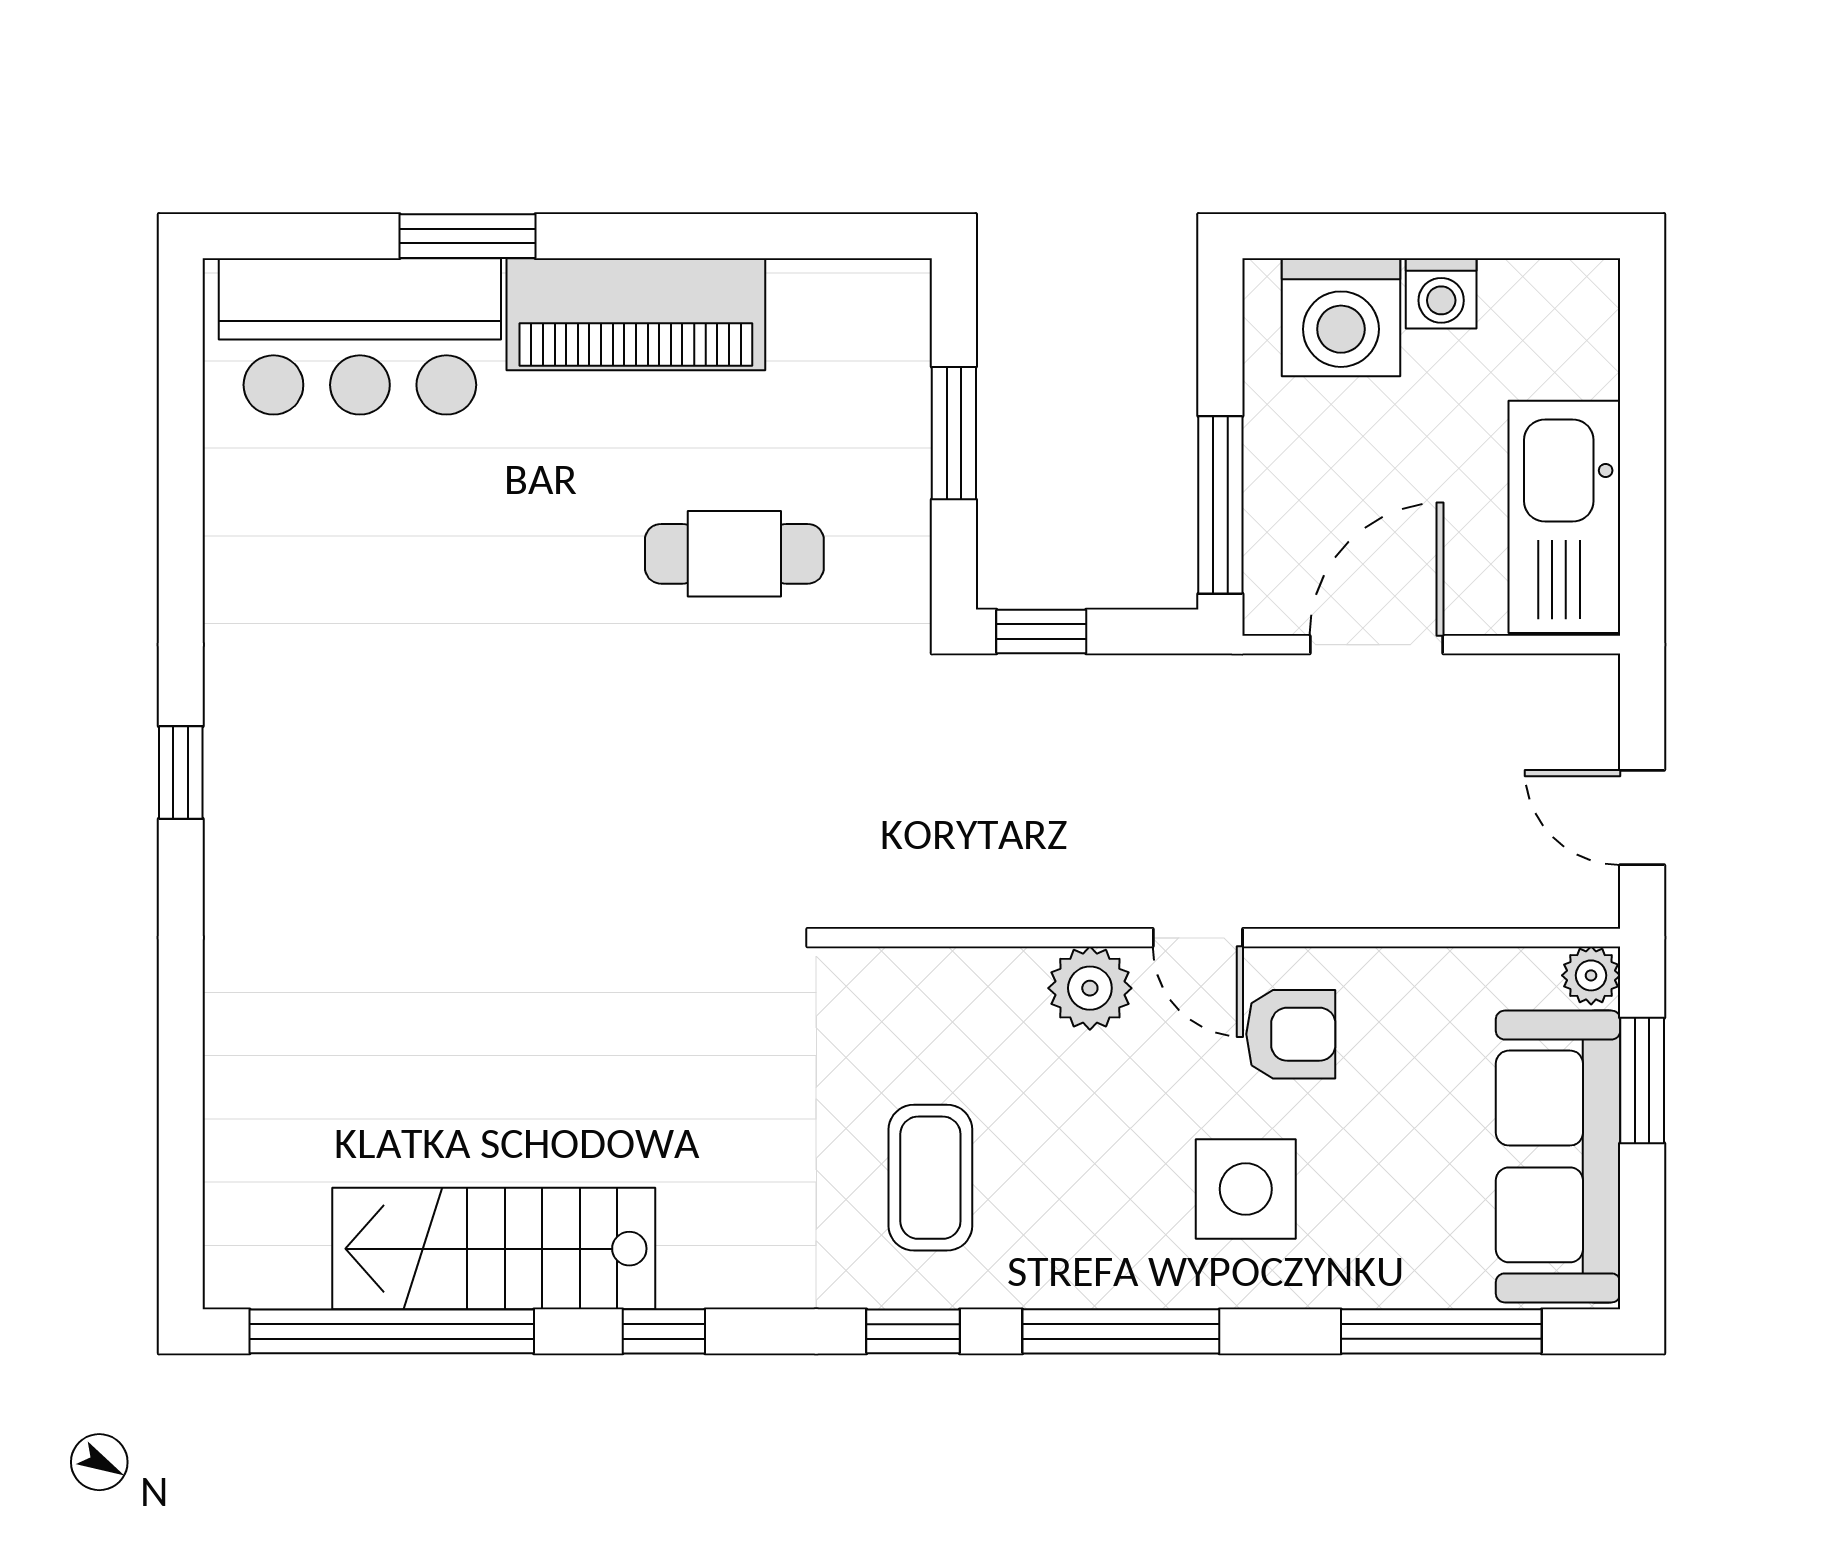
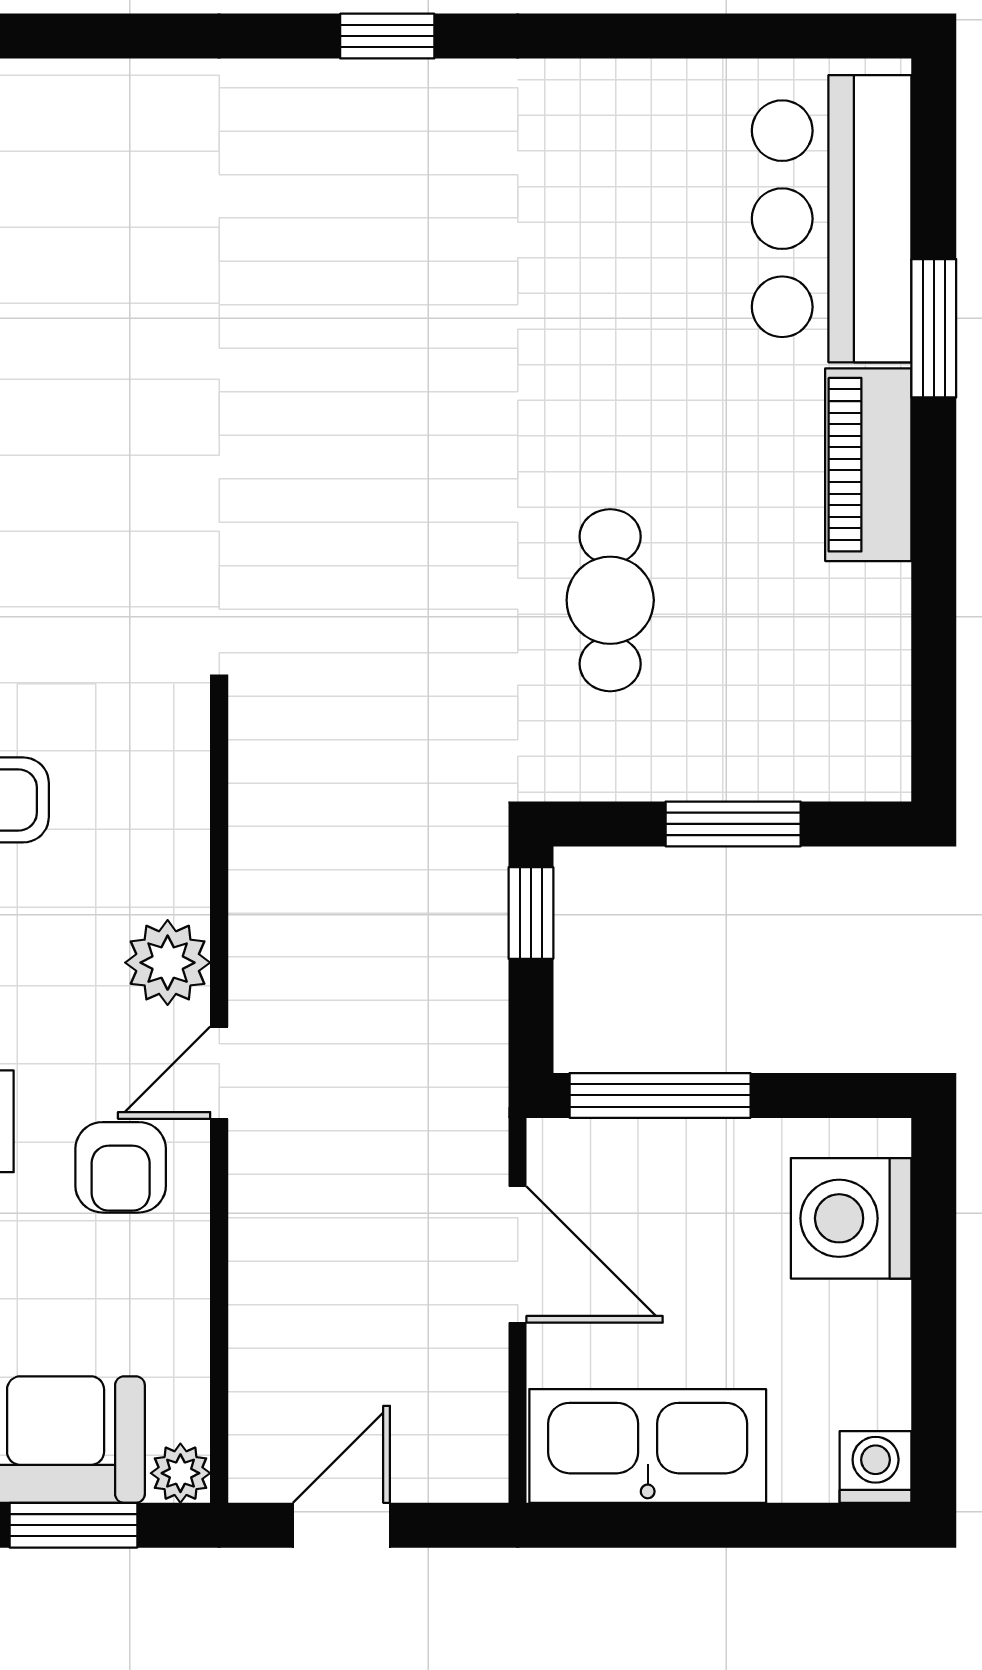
washing machine: (1441, 293) -> (876, 1467), moved, turned 90
piano: (636, 314) -> (868, 465), width x0.73, depth x0.75

